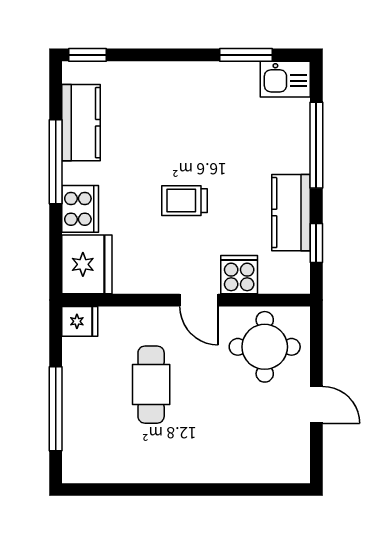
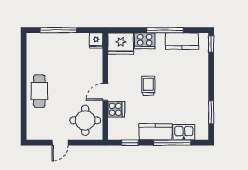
kitchen sink: (285, 79) -> (184, 132), moved, turned 90
kitchen counter: (291, 213) -> (156, 132), moved
cafe table: (151, 385) -> (39, 91), moved, turned 90

